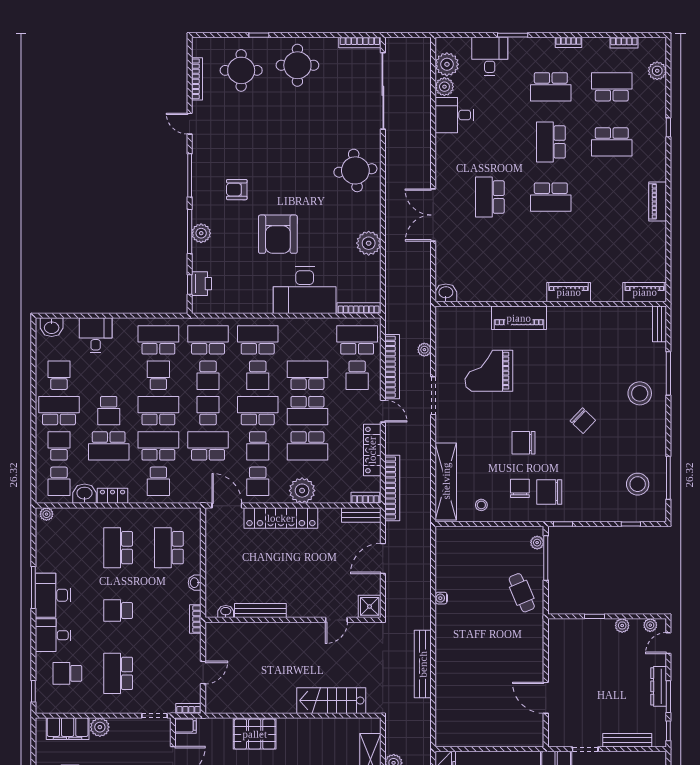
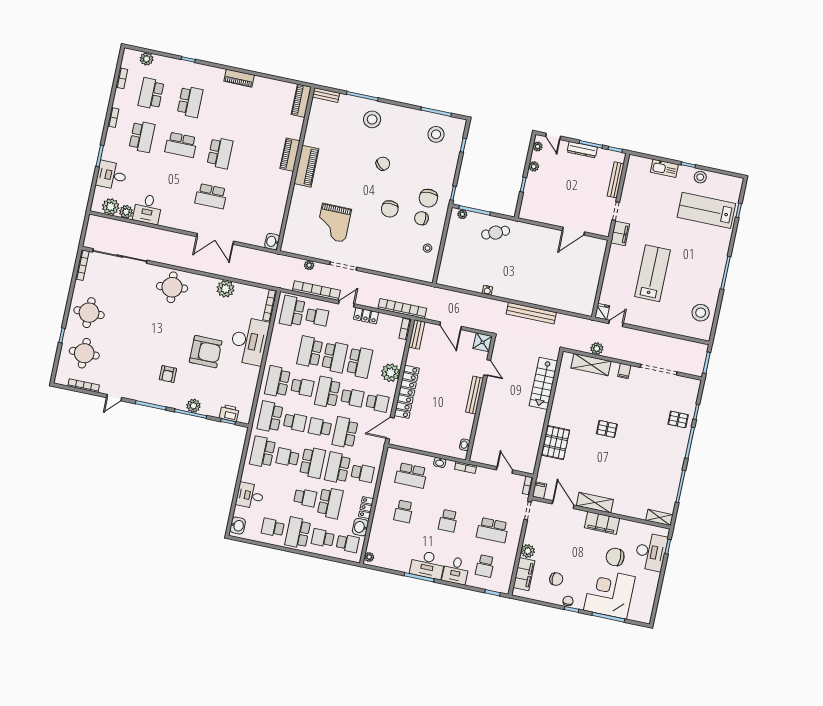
piano: (519, 318) -> (306, 166), moved
school desk: (158, 411) -> (313, 462), turned 180
locker: (372, 450) -> (366, 316), width x0.66
shelving: (446, 481) -> (406, 270), removed
school desk: (118, 548) -> (404, 511), width x0.54
bench: (260, 611) -> (474, 395), moved

